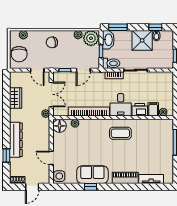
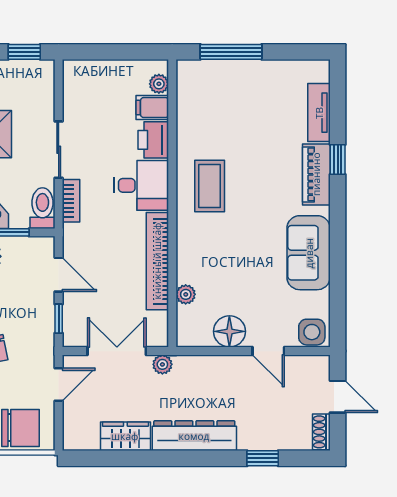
floor lamp: (60, 126) -> (229, 331), moved
dresser: (16, 140) -> (194, 436), moved
door: (51, 158) -> (268, 351), hinge flipped
window: (90, 187) -> (338, 159), moved

